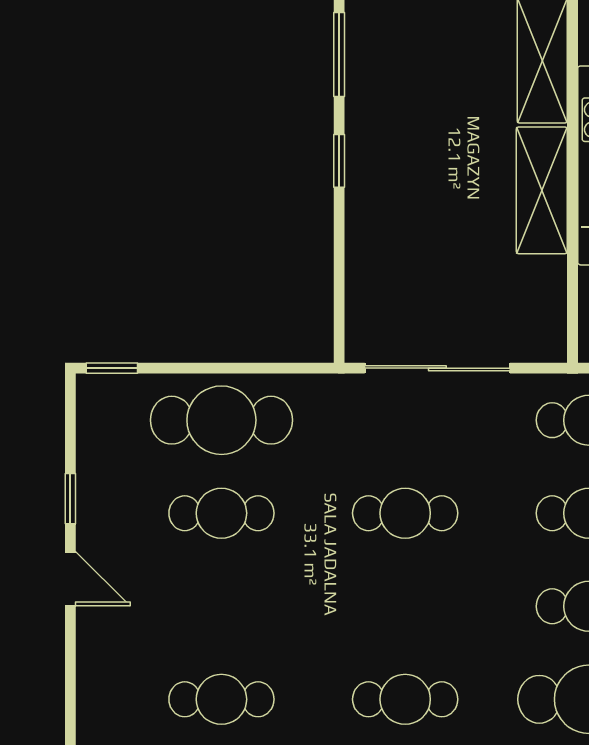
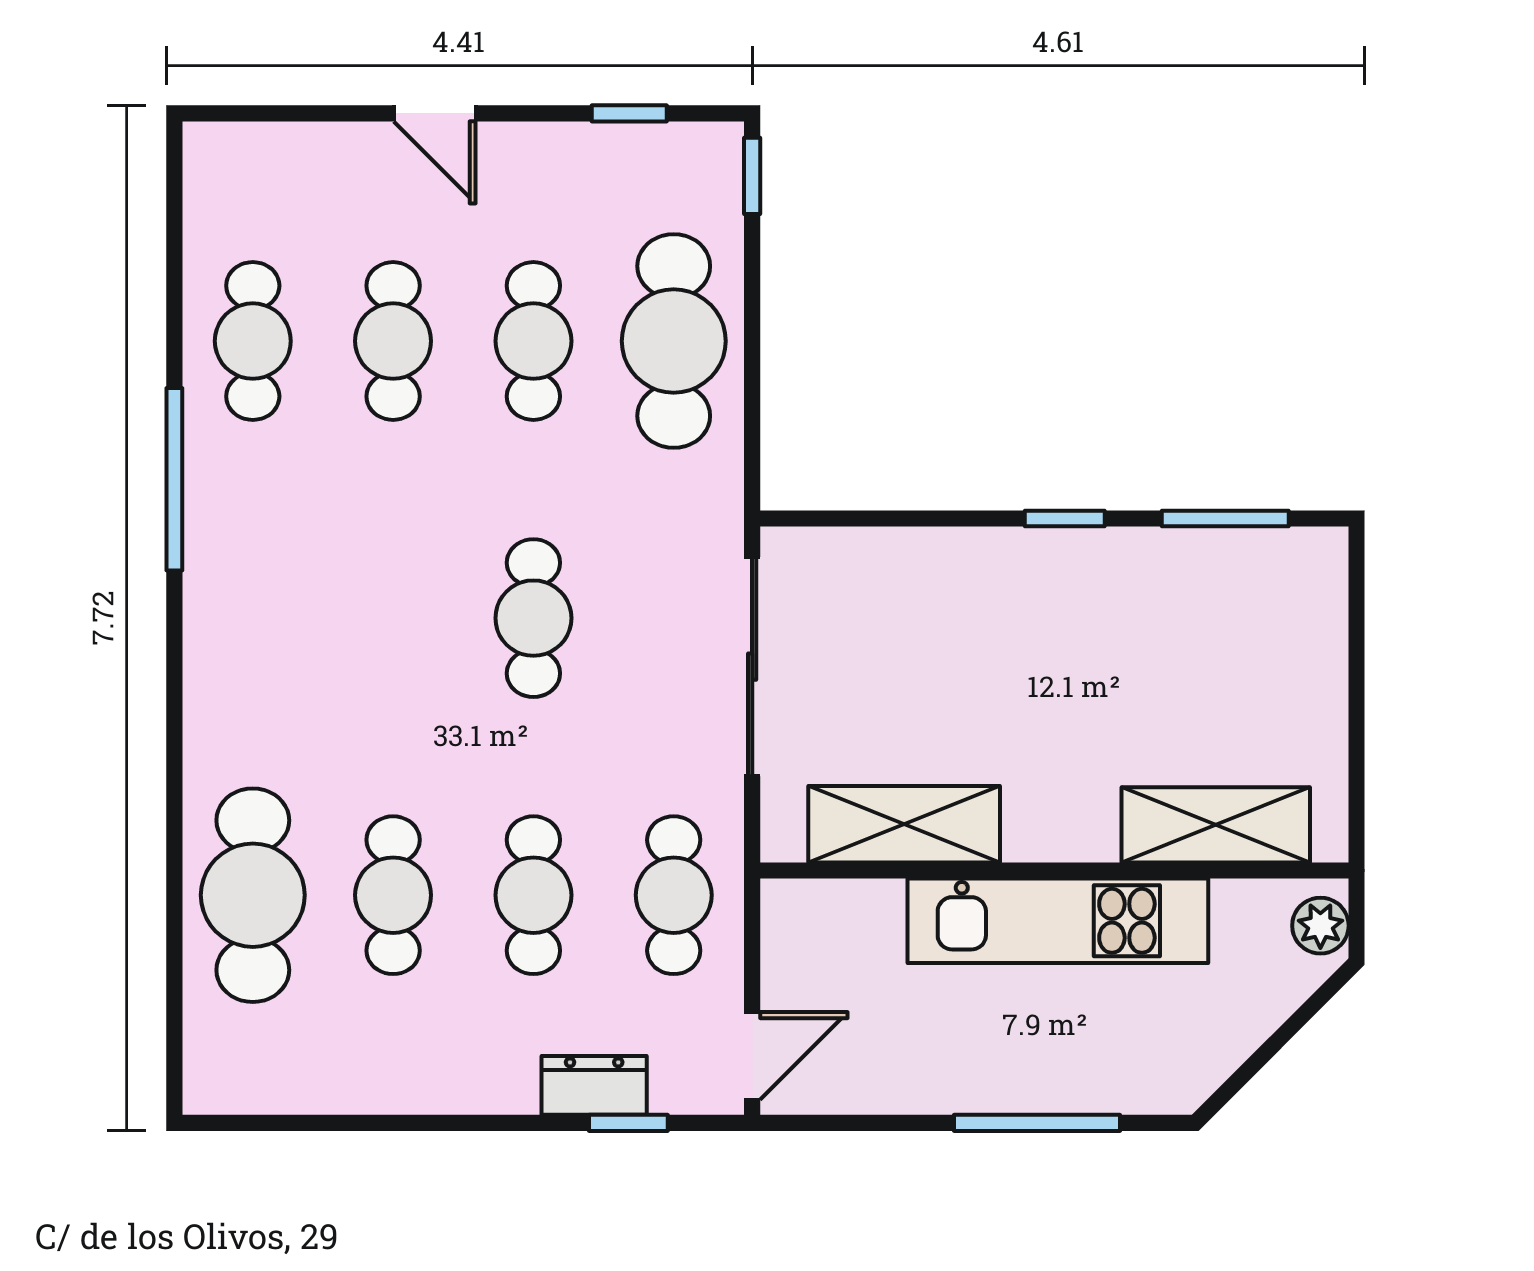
shelving: (542, 190) -> (904, 824), moved
window: (70, 499) -> (629, 113), moved
door: (70, 579) -> (435, 113), hinge flipped
cafe table: (405, 699) -> (393, 341), moved

